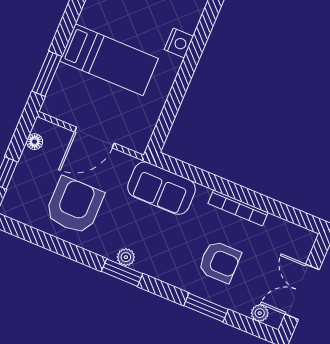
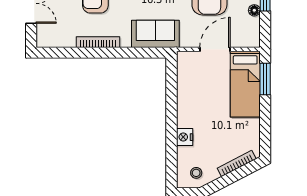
bed: (109, 60) -> (245, 84), moved, turned -90
floor lamp: (35, 142) -> (254, 10), moved

